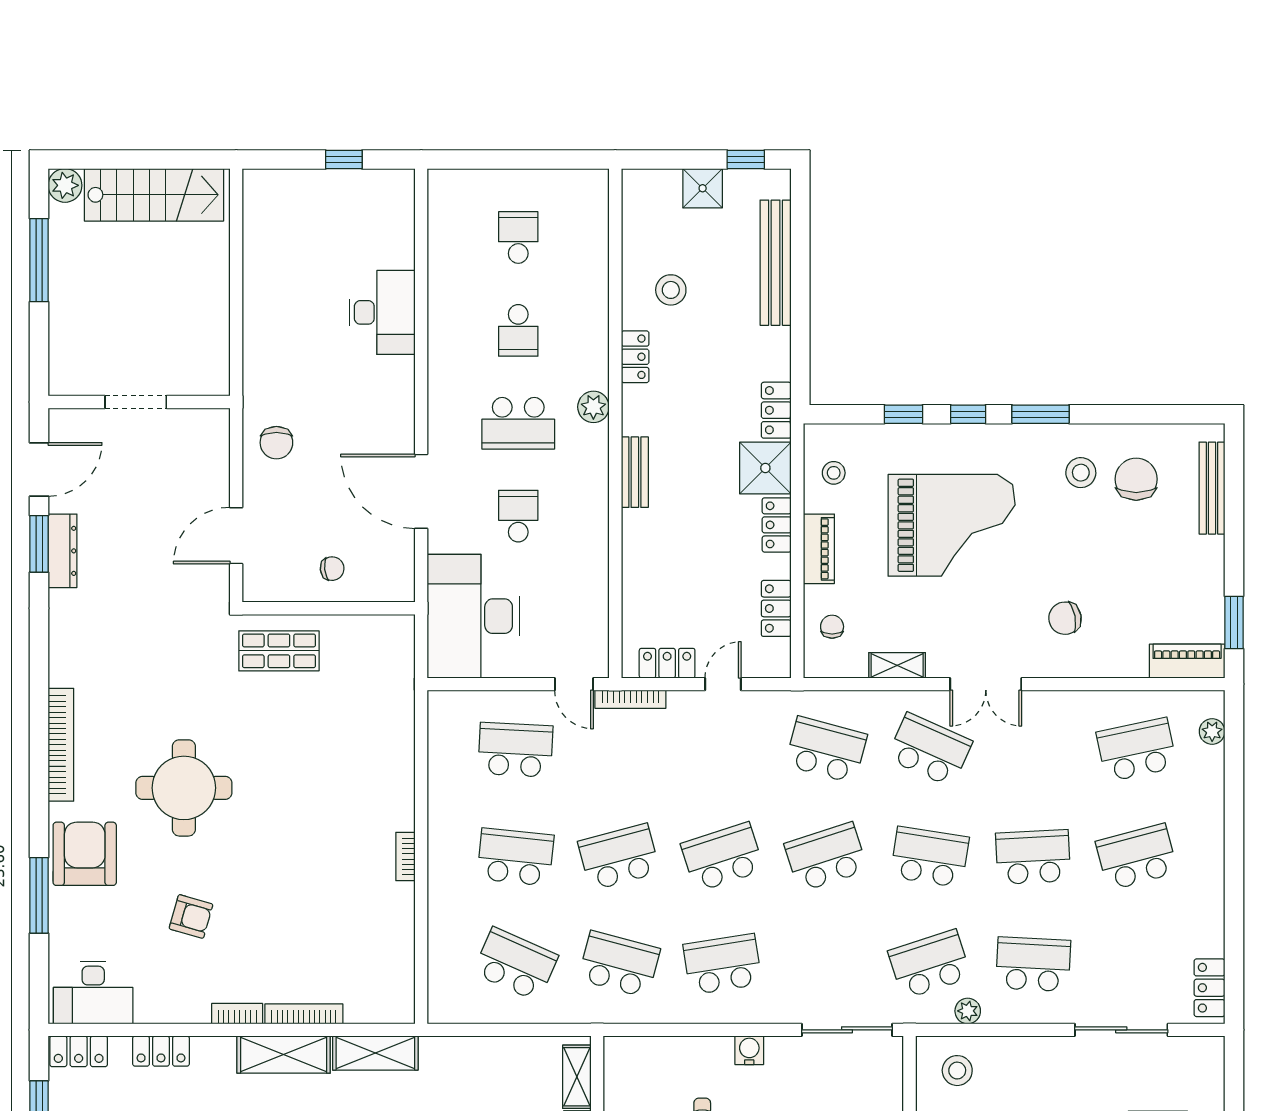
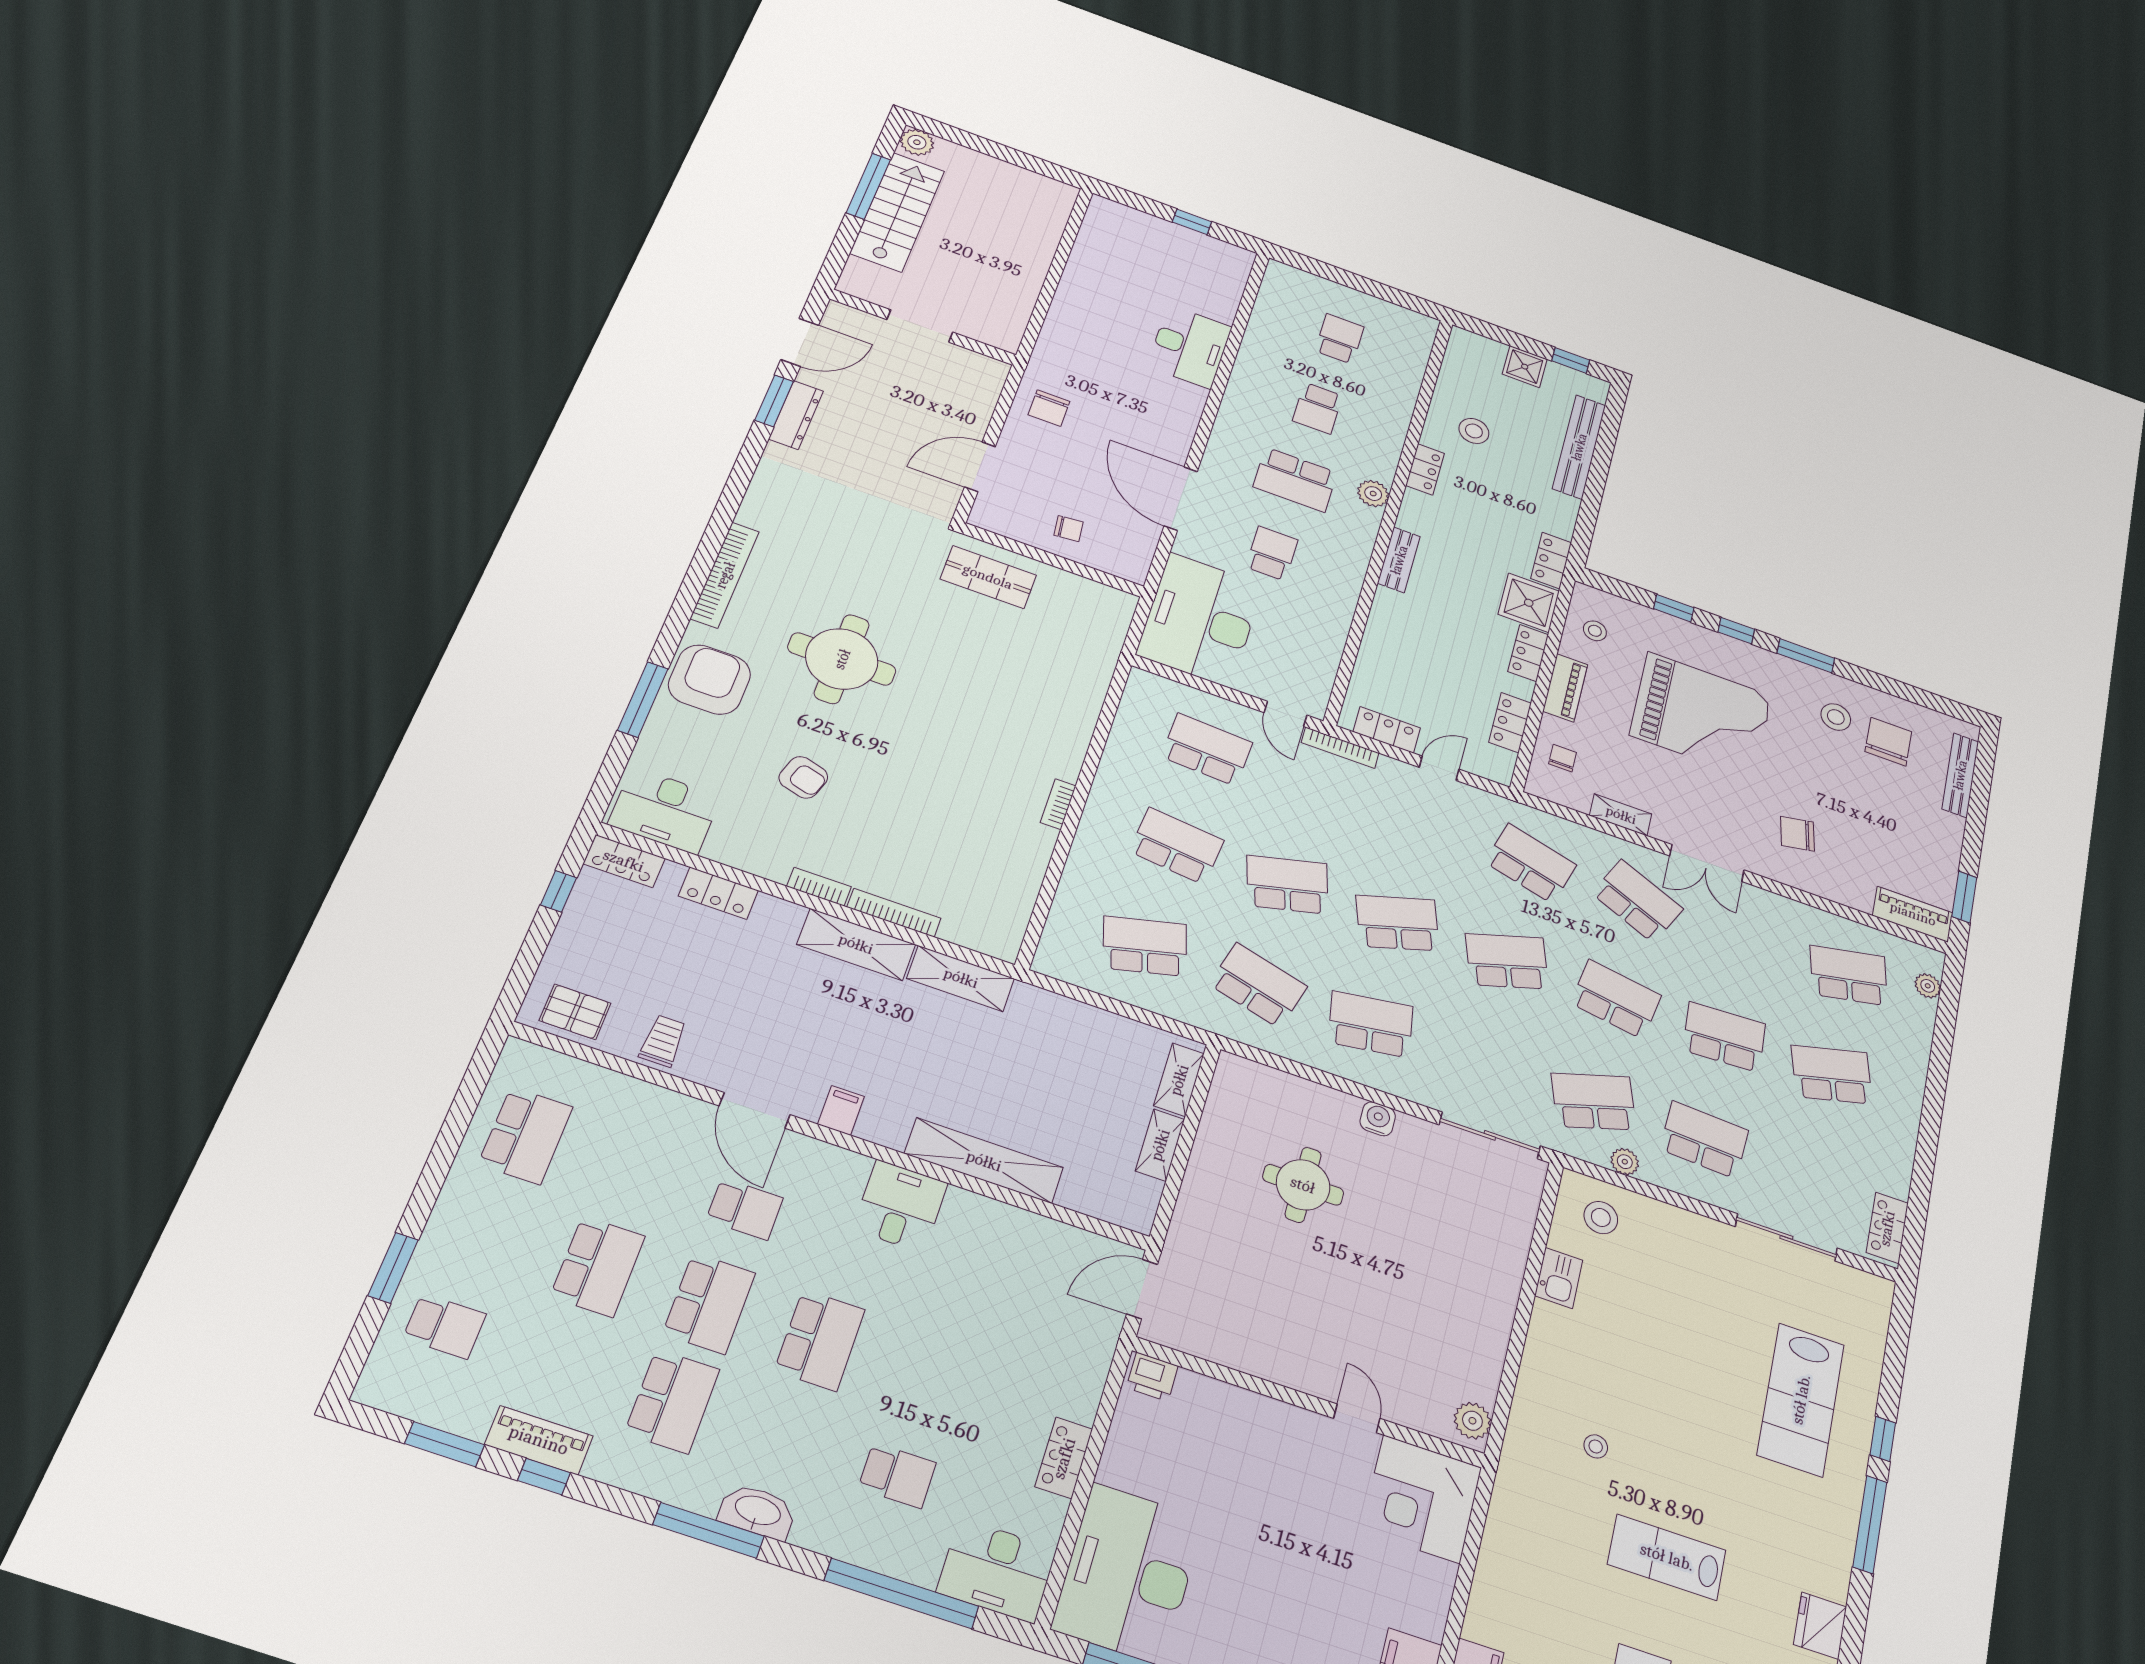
stairs: (154, 195) -> (897, 212), moved, turned -90
school desk: (515, 964) -> (1145, 946), turned -39

